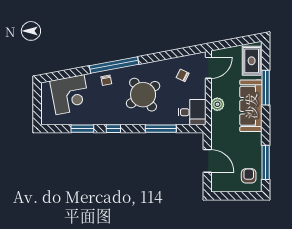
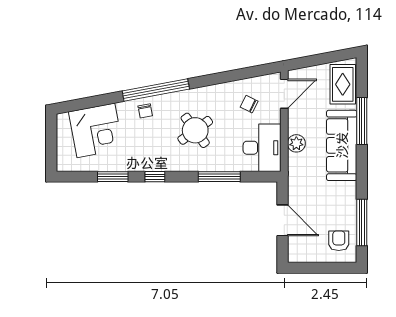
round table: (143, 95) -> (195, 130), width x0.73, depth x0.73
desk: (192, 112) -> (262, 148), width x1.37

